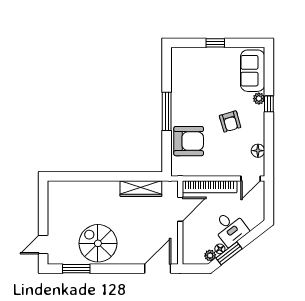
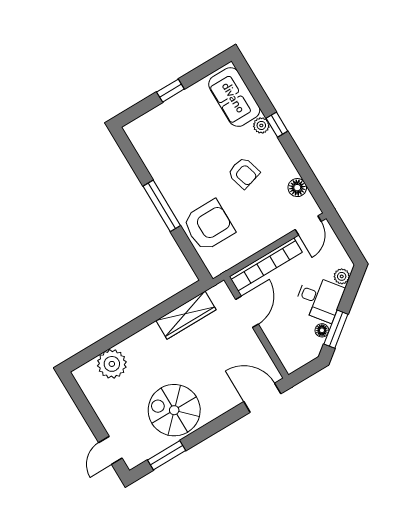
plant: (76, 191) -> (112, 364), added
plant: (210, 255) -> (342, 276), moved
door: (158, 269) -> (262, 398), hinge flipped

